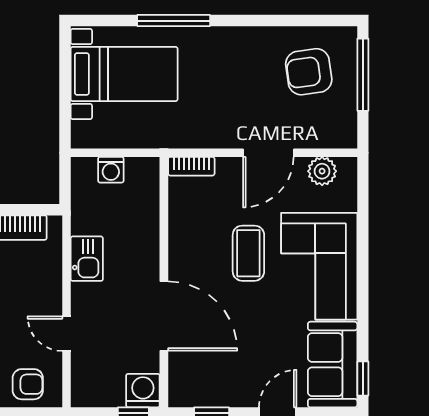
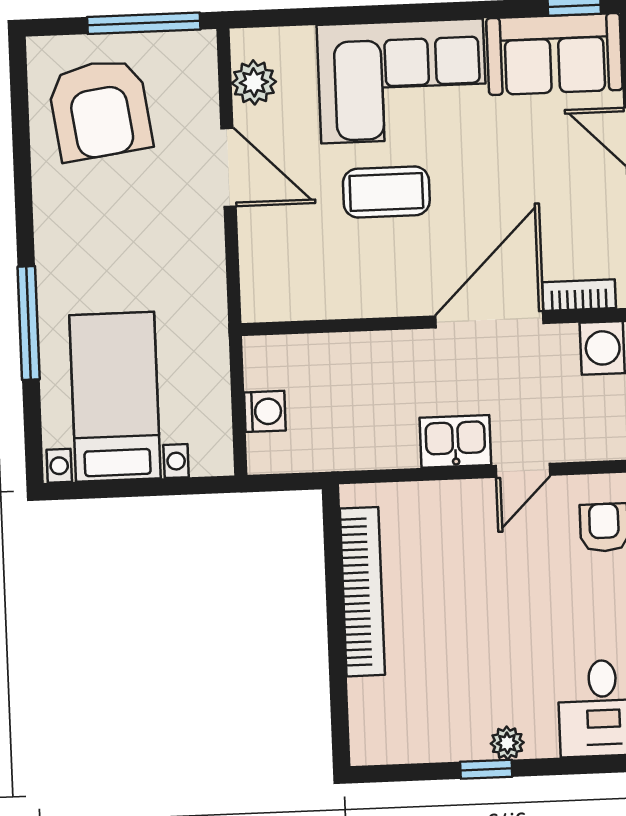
armchair: (309, 72) -> (100, 109), width x1.36, depth x1.36
window: (363, 75) -> (144, 23), moved
bookcase: (191, 166) -> (579, 295), moved, turned -90
kitchen sink: (87, 259) -> (455, 441), moved

